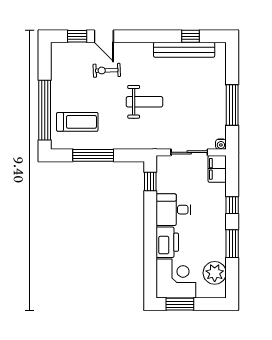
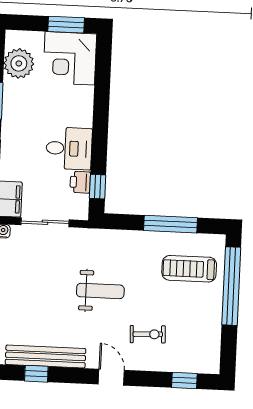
door: (104, 36) -> (111, 377), moved
weight bench: (144, 102) -> (100, 291), turned 180
printer: (167, 242) -> (80, 182), moved, width x0.53, depth x0.68

